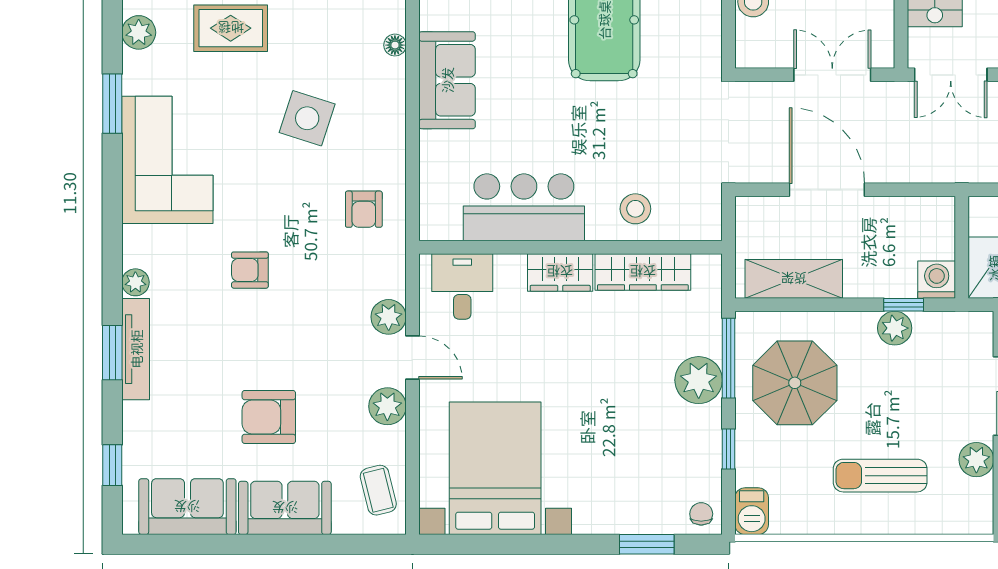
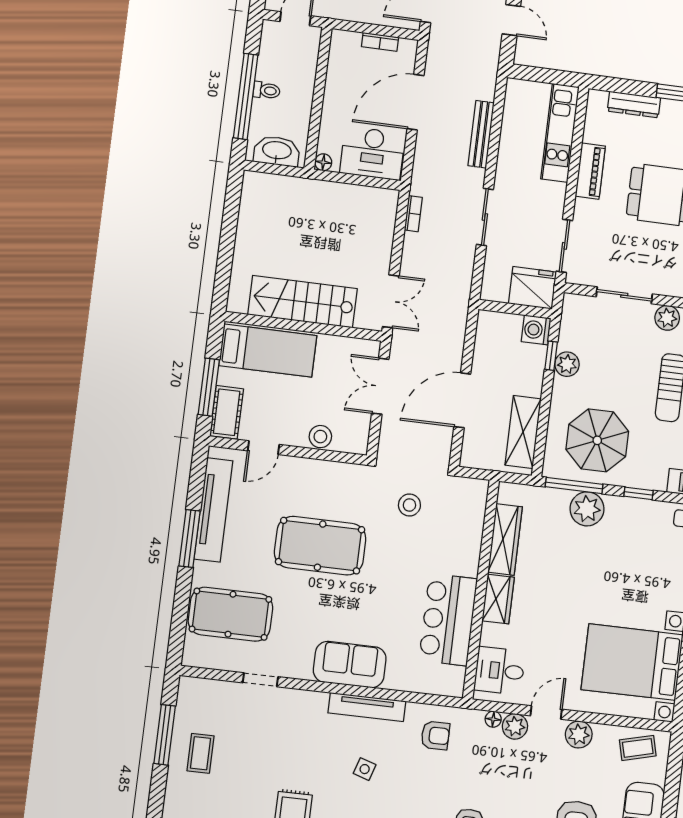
floor lamp: (395, 45) -> (493, 719), moved
tv unit: (392, 111) -> (367, 707), added
side table: (307, 118) -> (365, 769), width x0.54, depth x0.54
stool: (635, 209) -> (409, 505), moved

